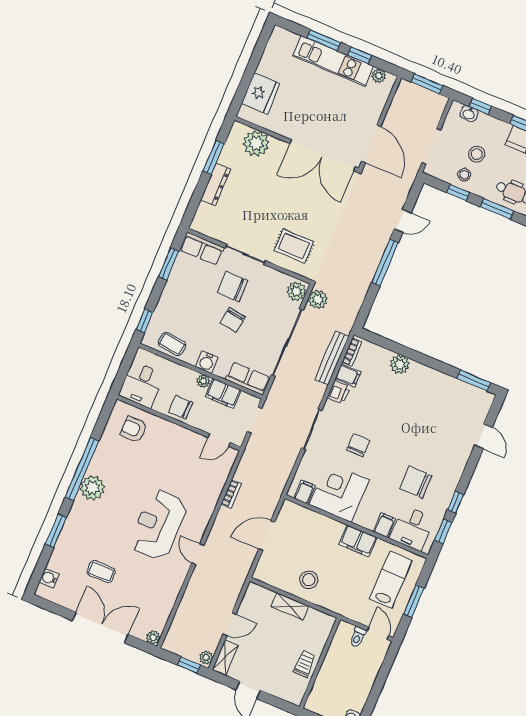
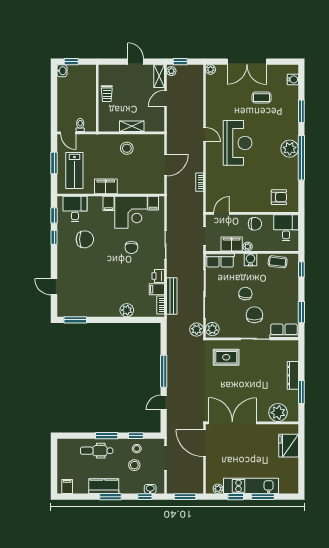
chair: (233, 287) -> (254, 315), turned -90
filing cabinet: (384, 525) -> (109, 203), moved

